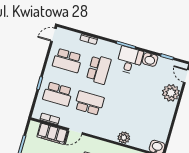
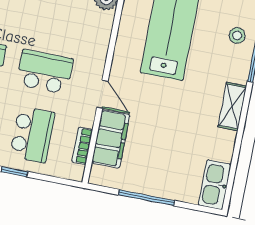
school desk: (89, 103) -> (45, 72), turned 90

